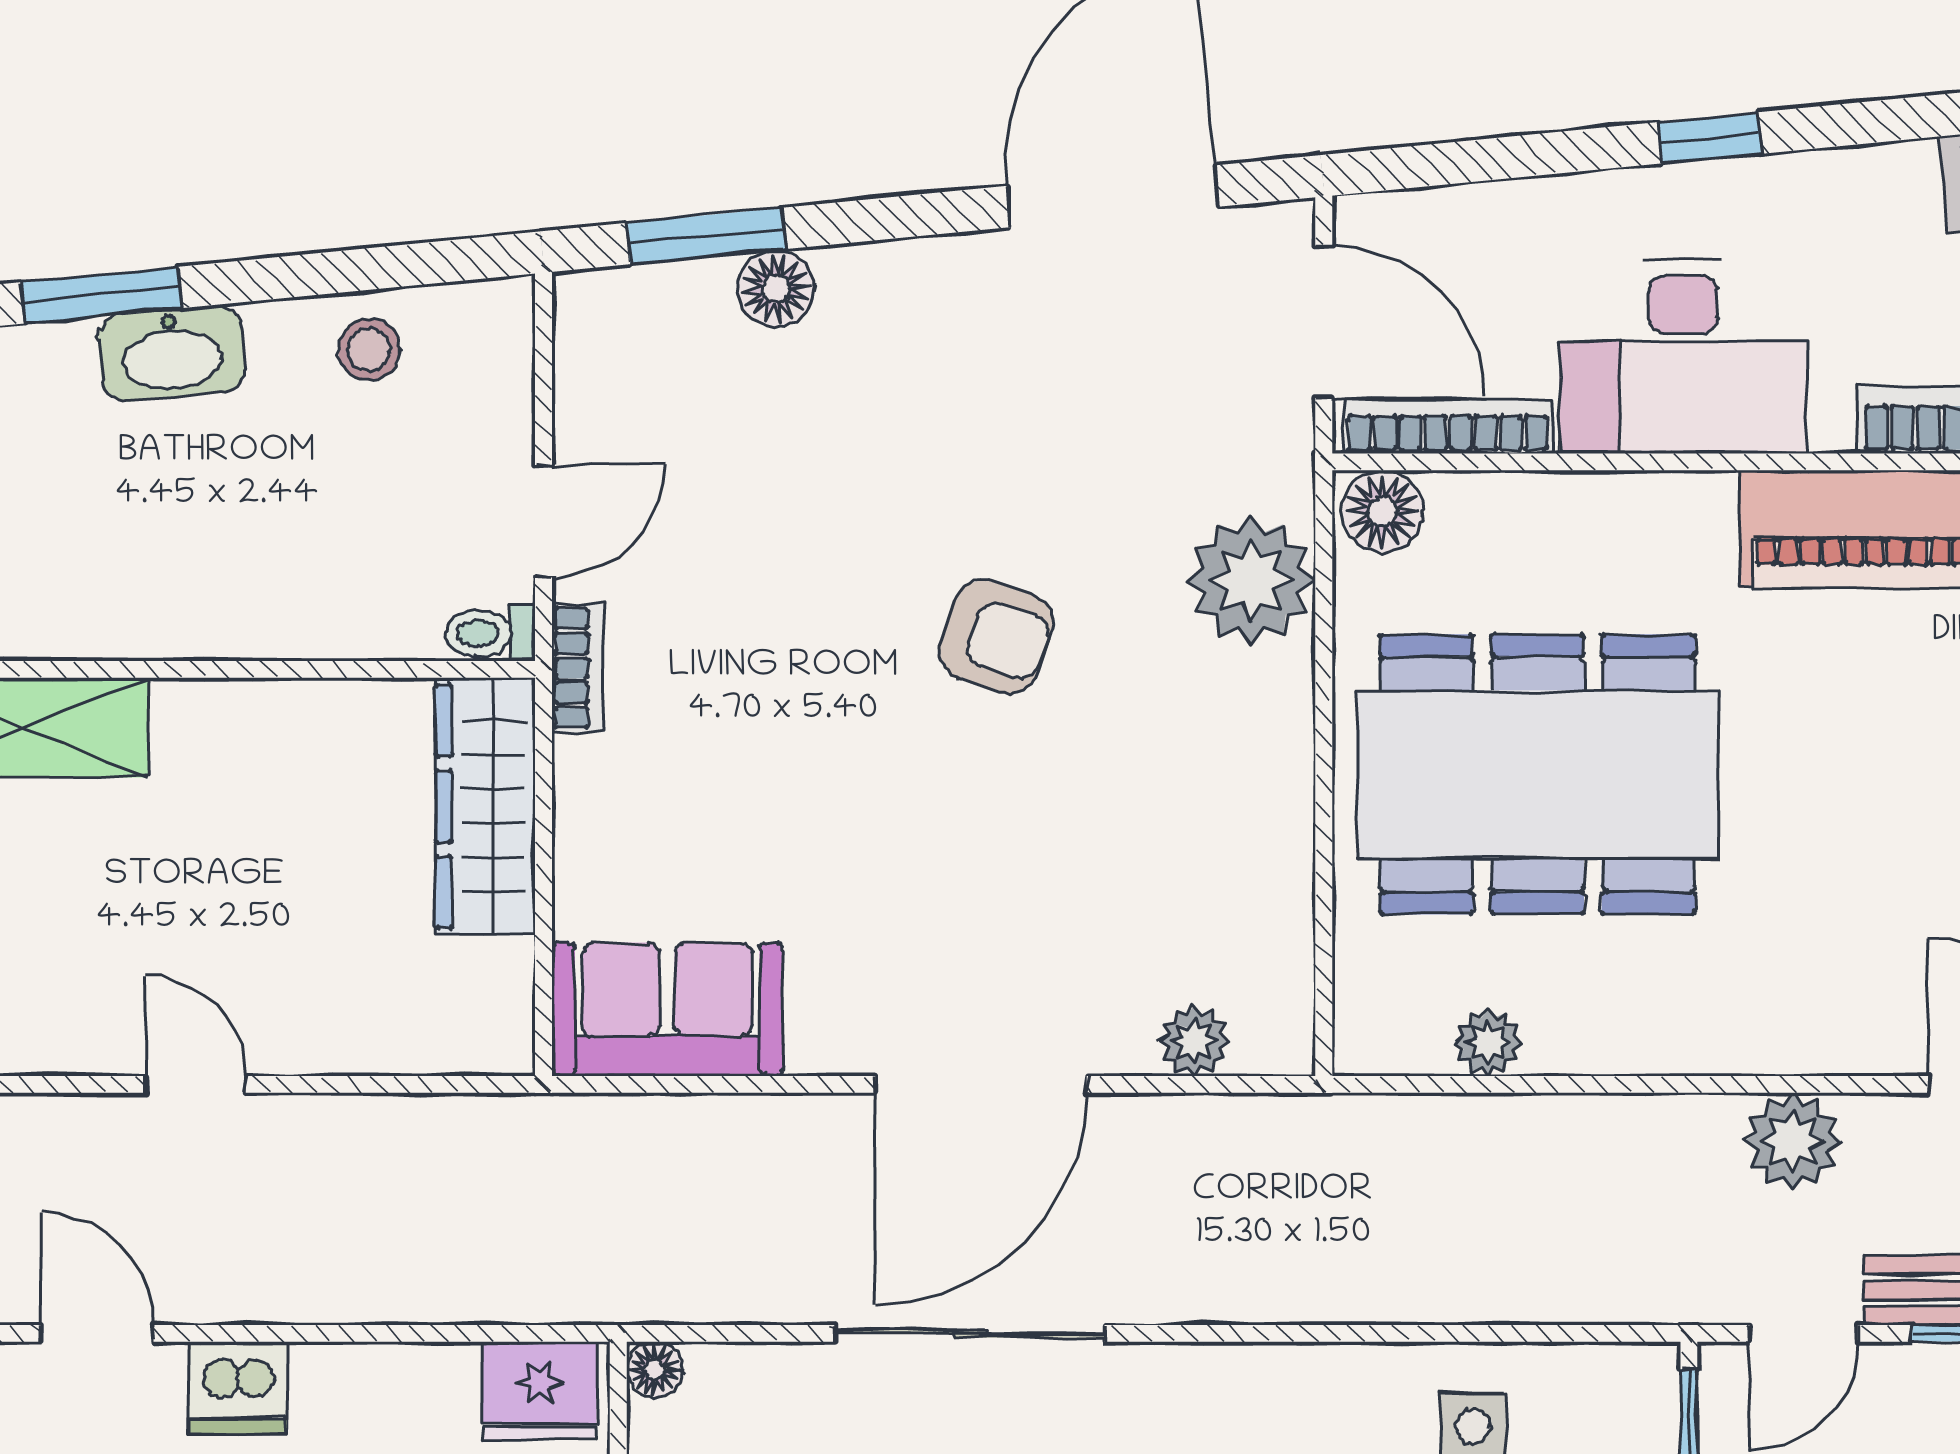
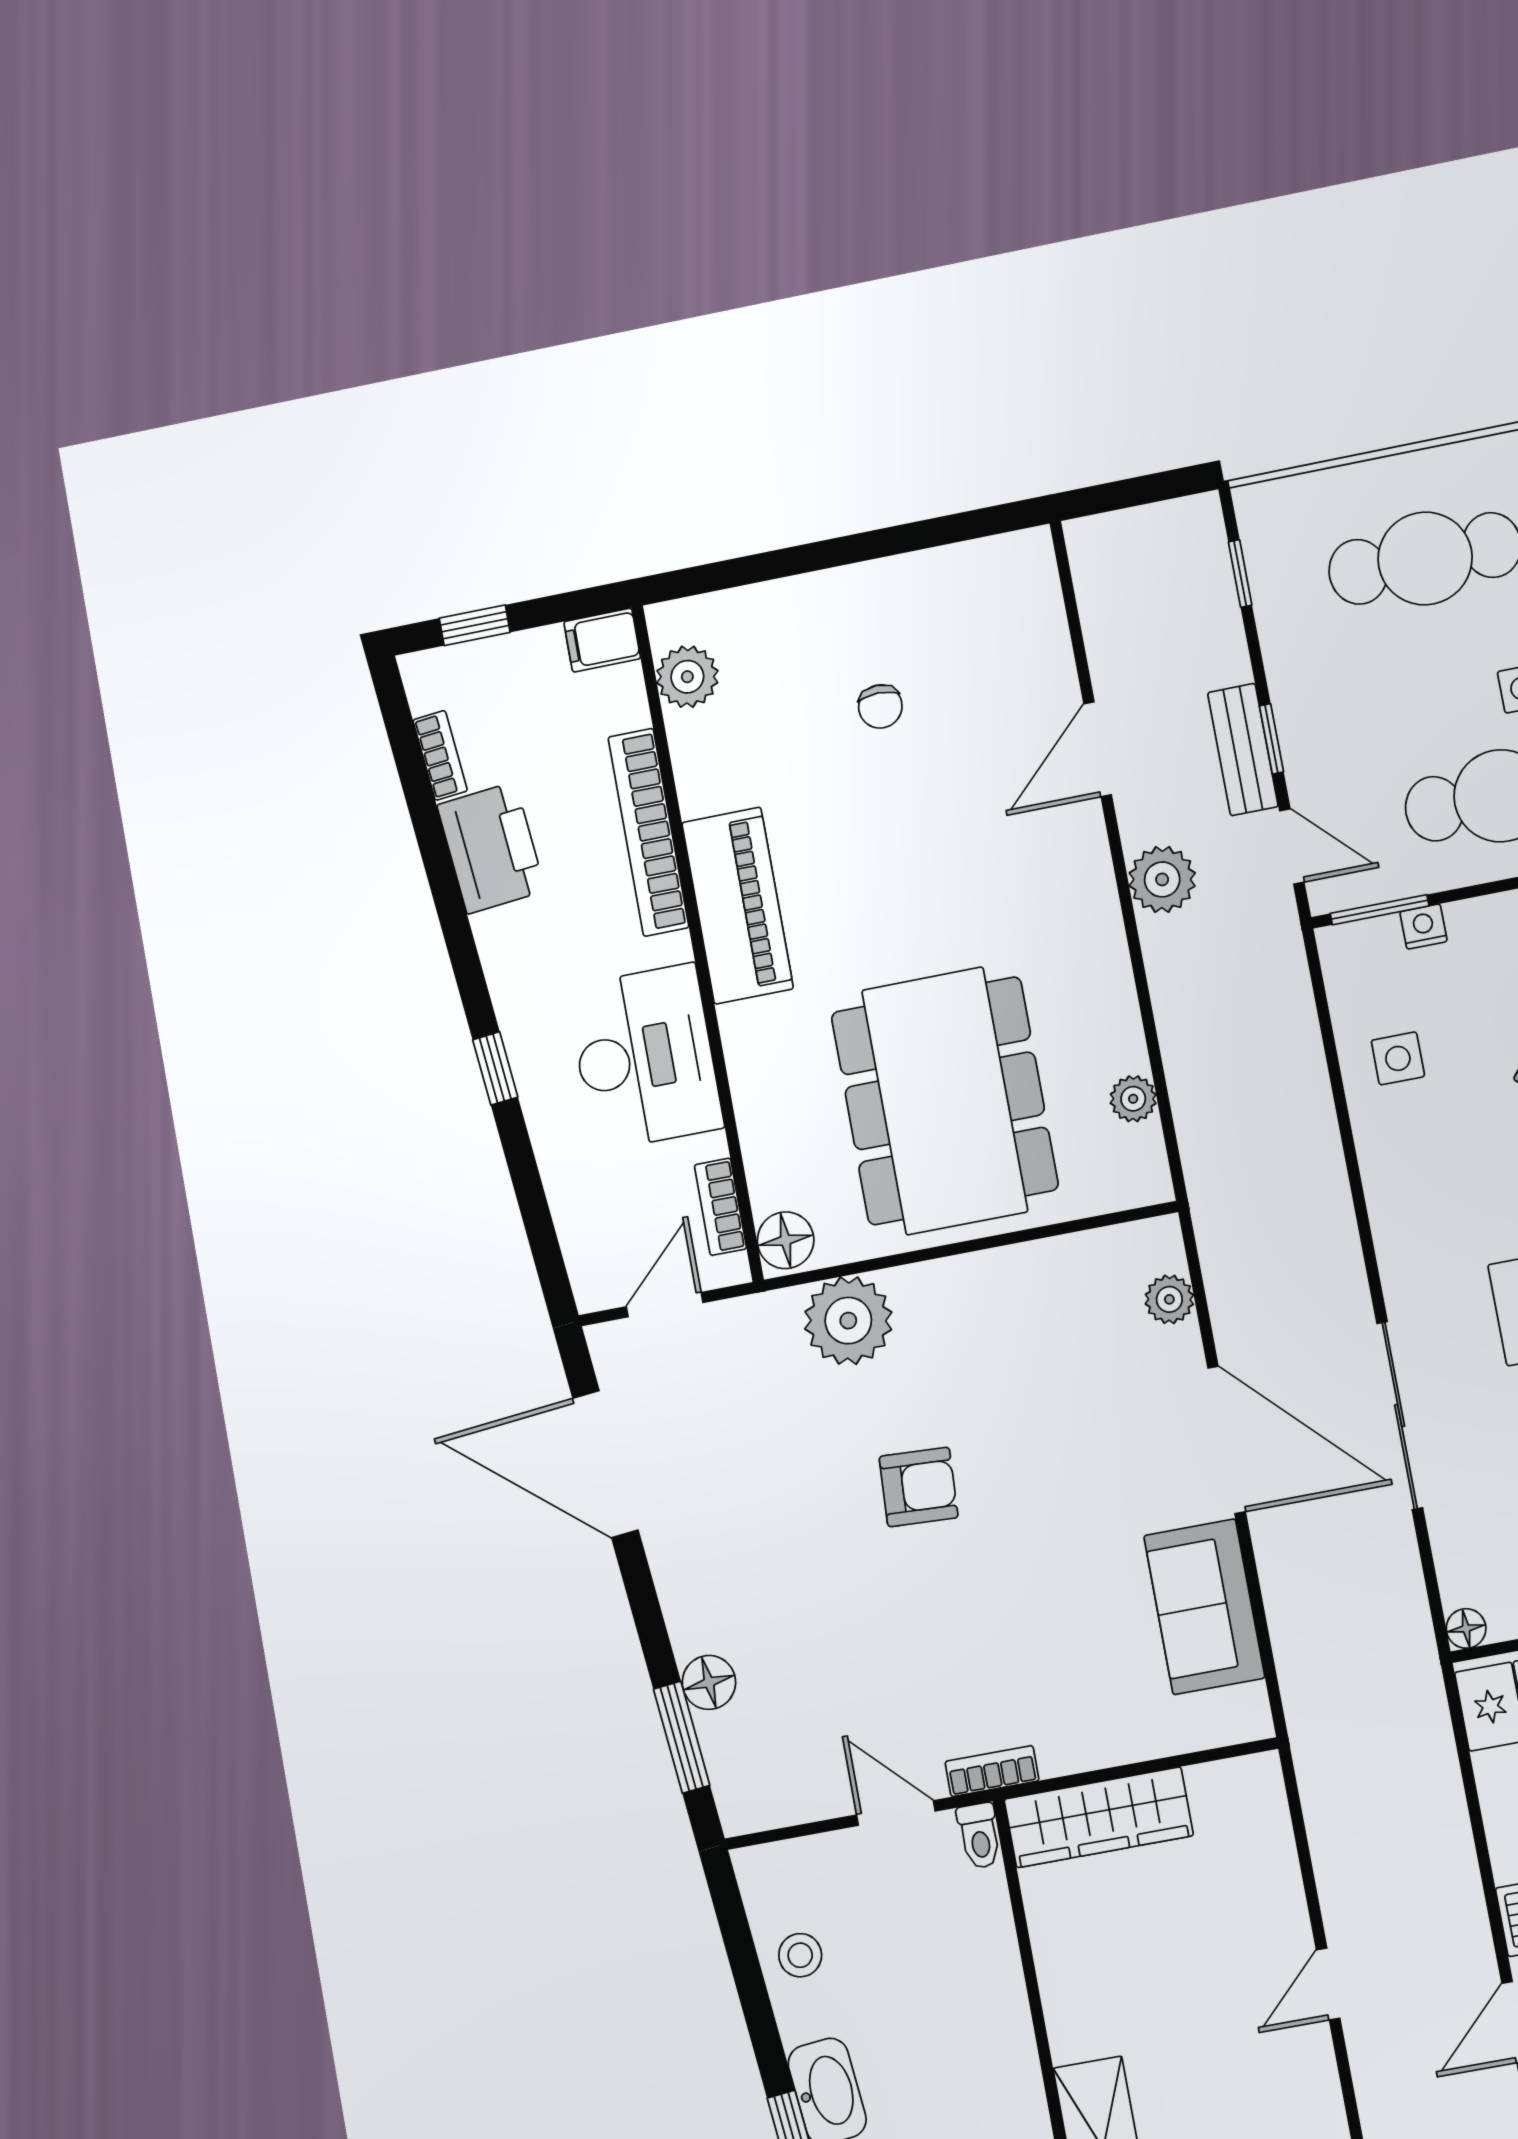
door: (1324, 322) -> (665, 1305), width x0.73
bookcase: (1448, 427) -> (720, 1207), width x0.64
armchair: (996, 637) -> (919, 1487), turned 75
sofa: (667, 1009) -> (1204, 1607), moved

